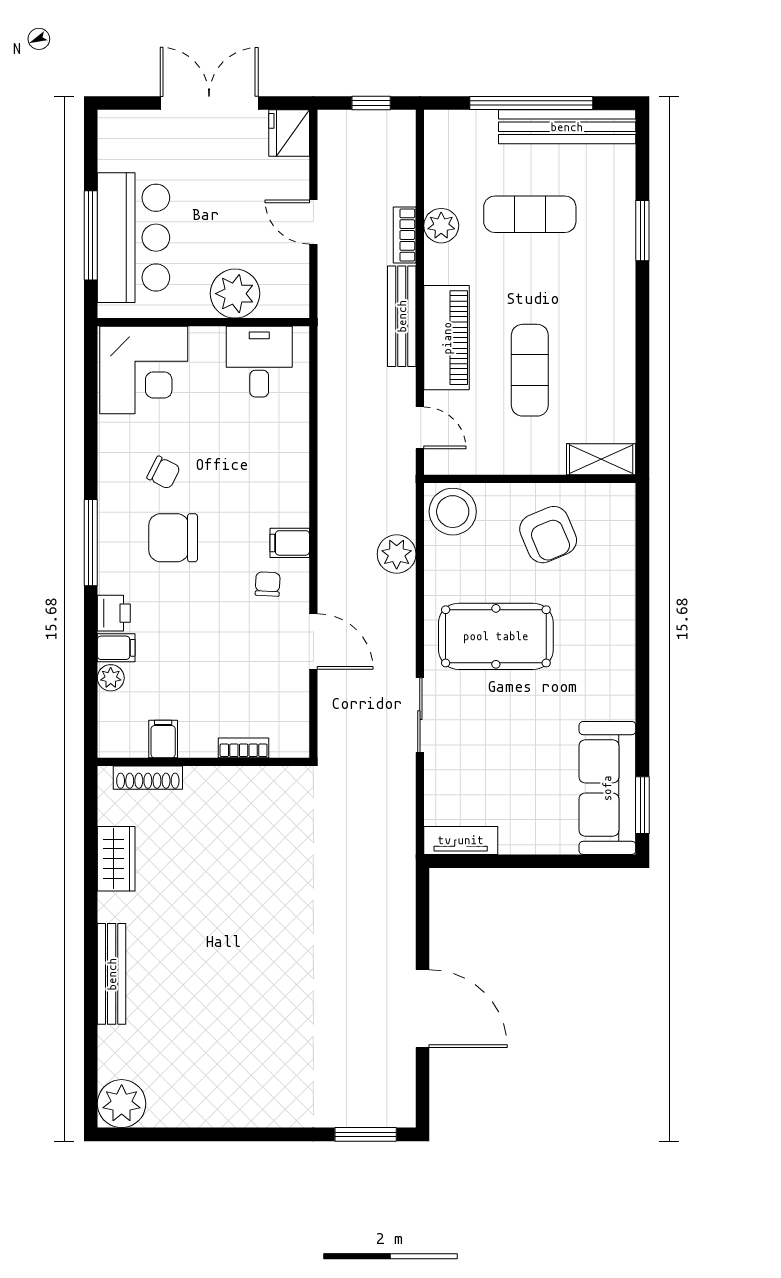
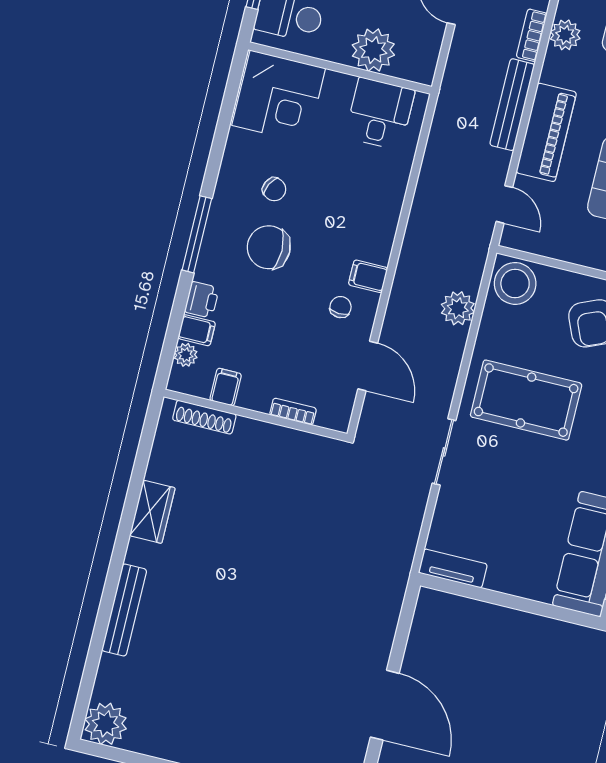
filing cabinet: (163, 739) -> (226, 387), moved
bookcase: (244, 748) -> (293, 412), moved
wall: (203, 762) -> (255, 415), moved
shoe rack: (148, 778) -> (204, 417), moved

